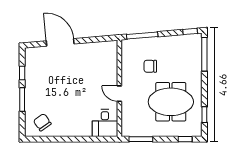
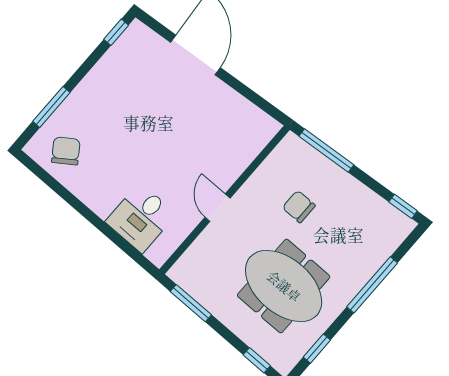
window: (204, 54) -> (372, 285), moved
window: (22, 73) -> (116, 32), moved
window: (22, 100) -> (51, 107), moved
desk: (105, 123) -> (141, 218), moved

